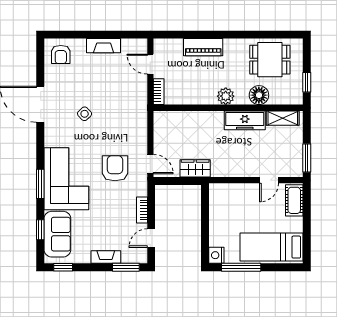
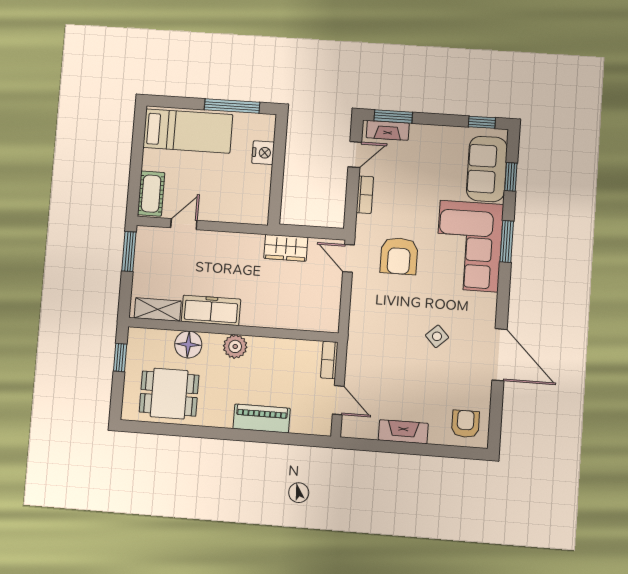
nightstand: (216, 255) -> (263, 153), moved
fireplace: (106, 257) -> (388, 130), moved

